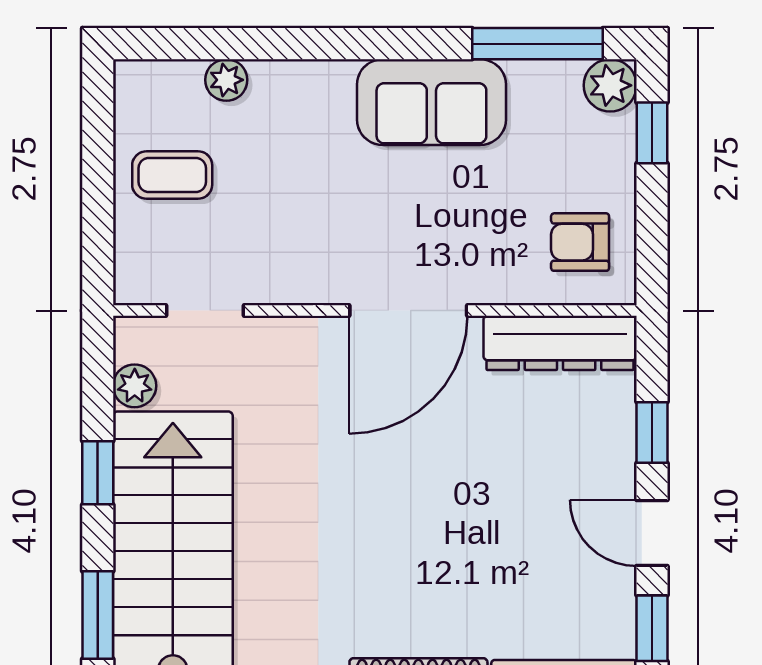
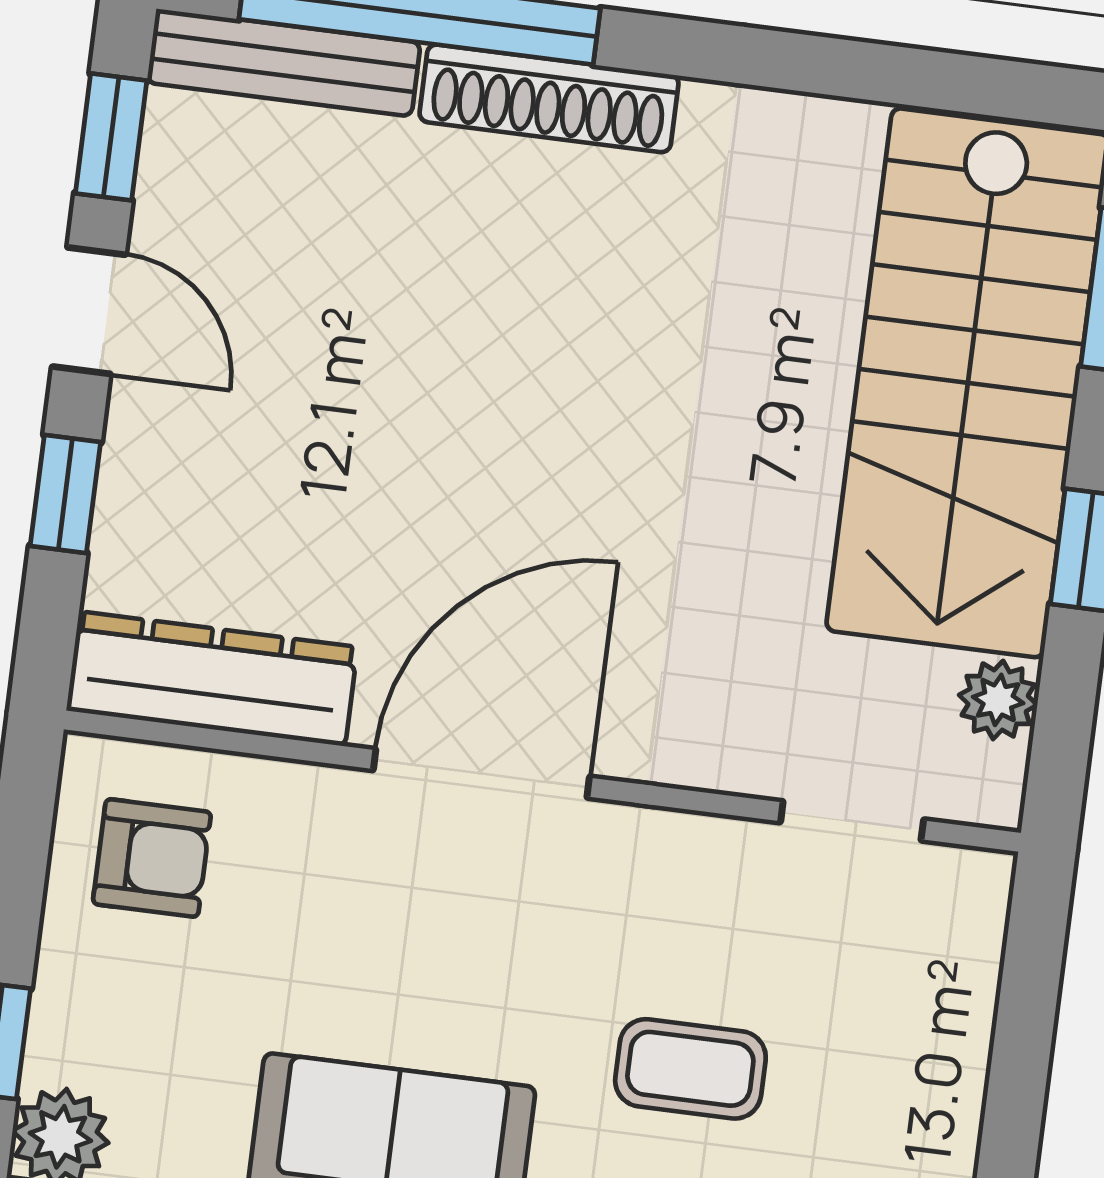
coffee table: (172, 175) -> (690, 1069), moved

